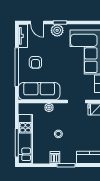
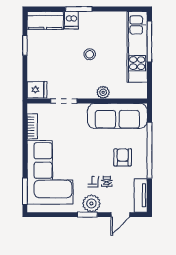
door: (37, 23) -> (120, 215), swing flipped
dishwasher: (55, 158) -> (71, 20), moved

